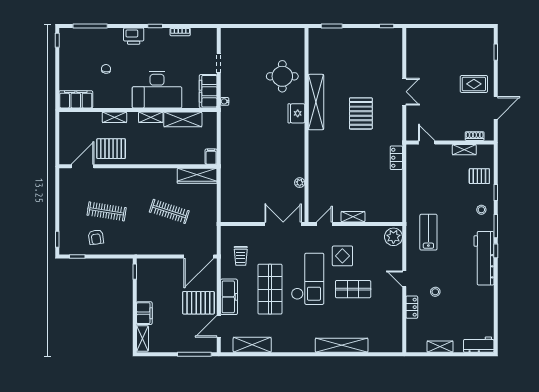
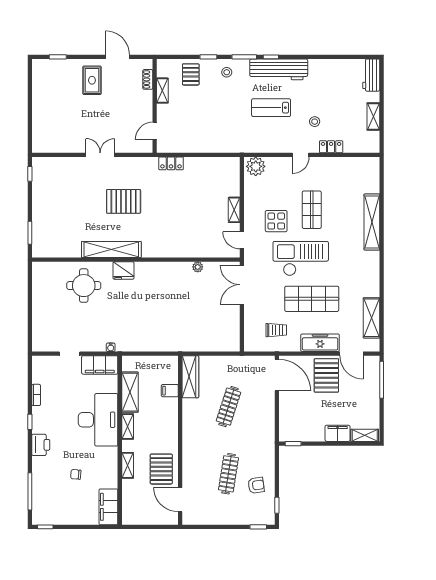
filing cabinet: (211, 157) -> (170, 391), moved
lab bench: (428, 232) -> (271, 108), moved

